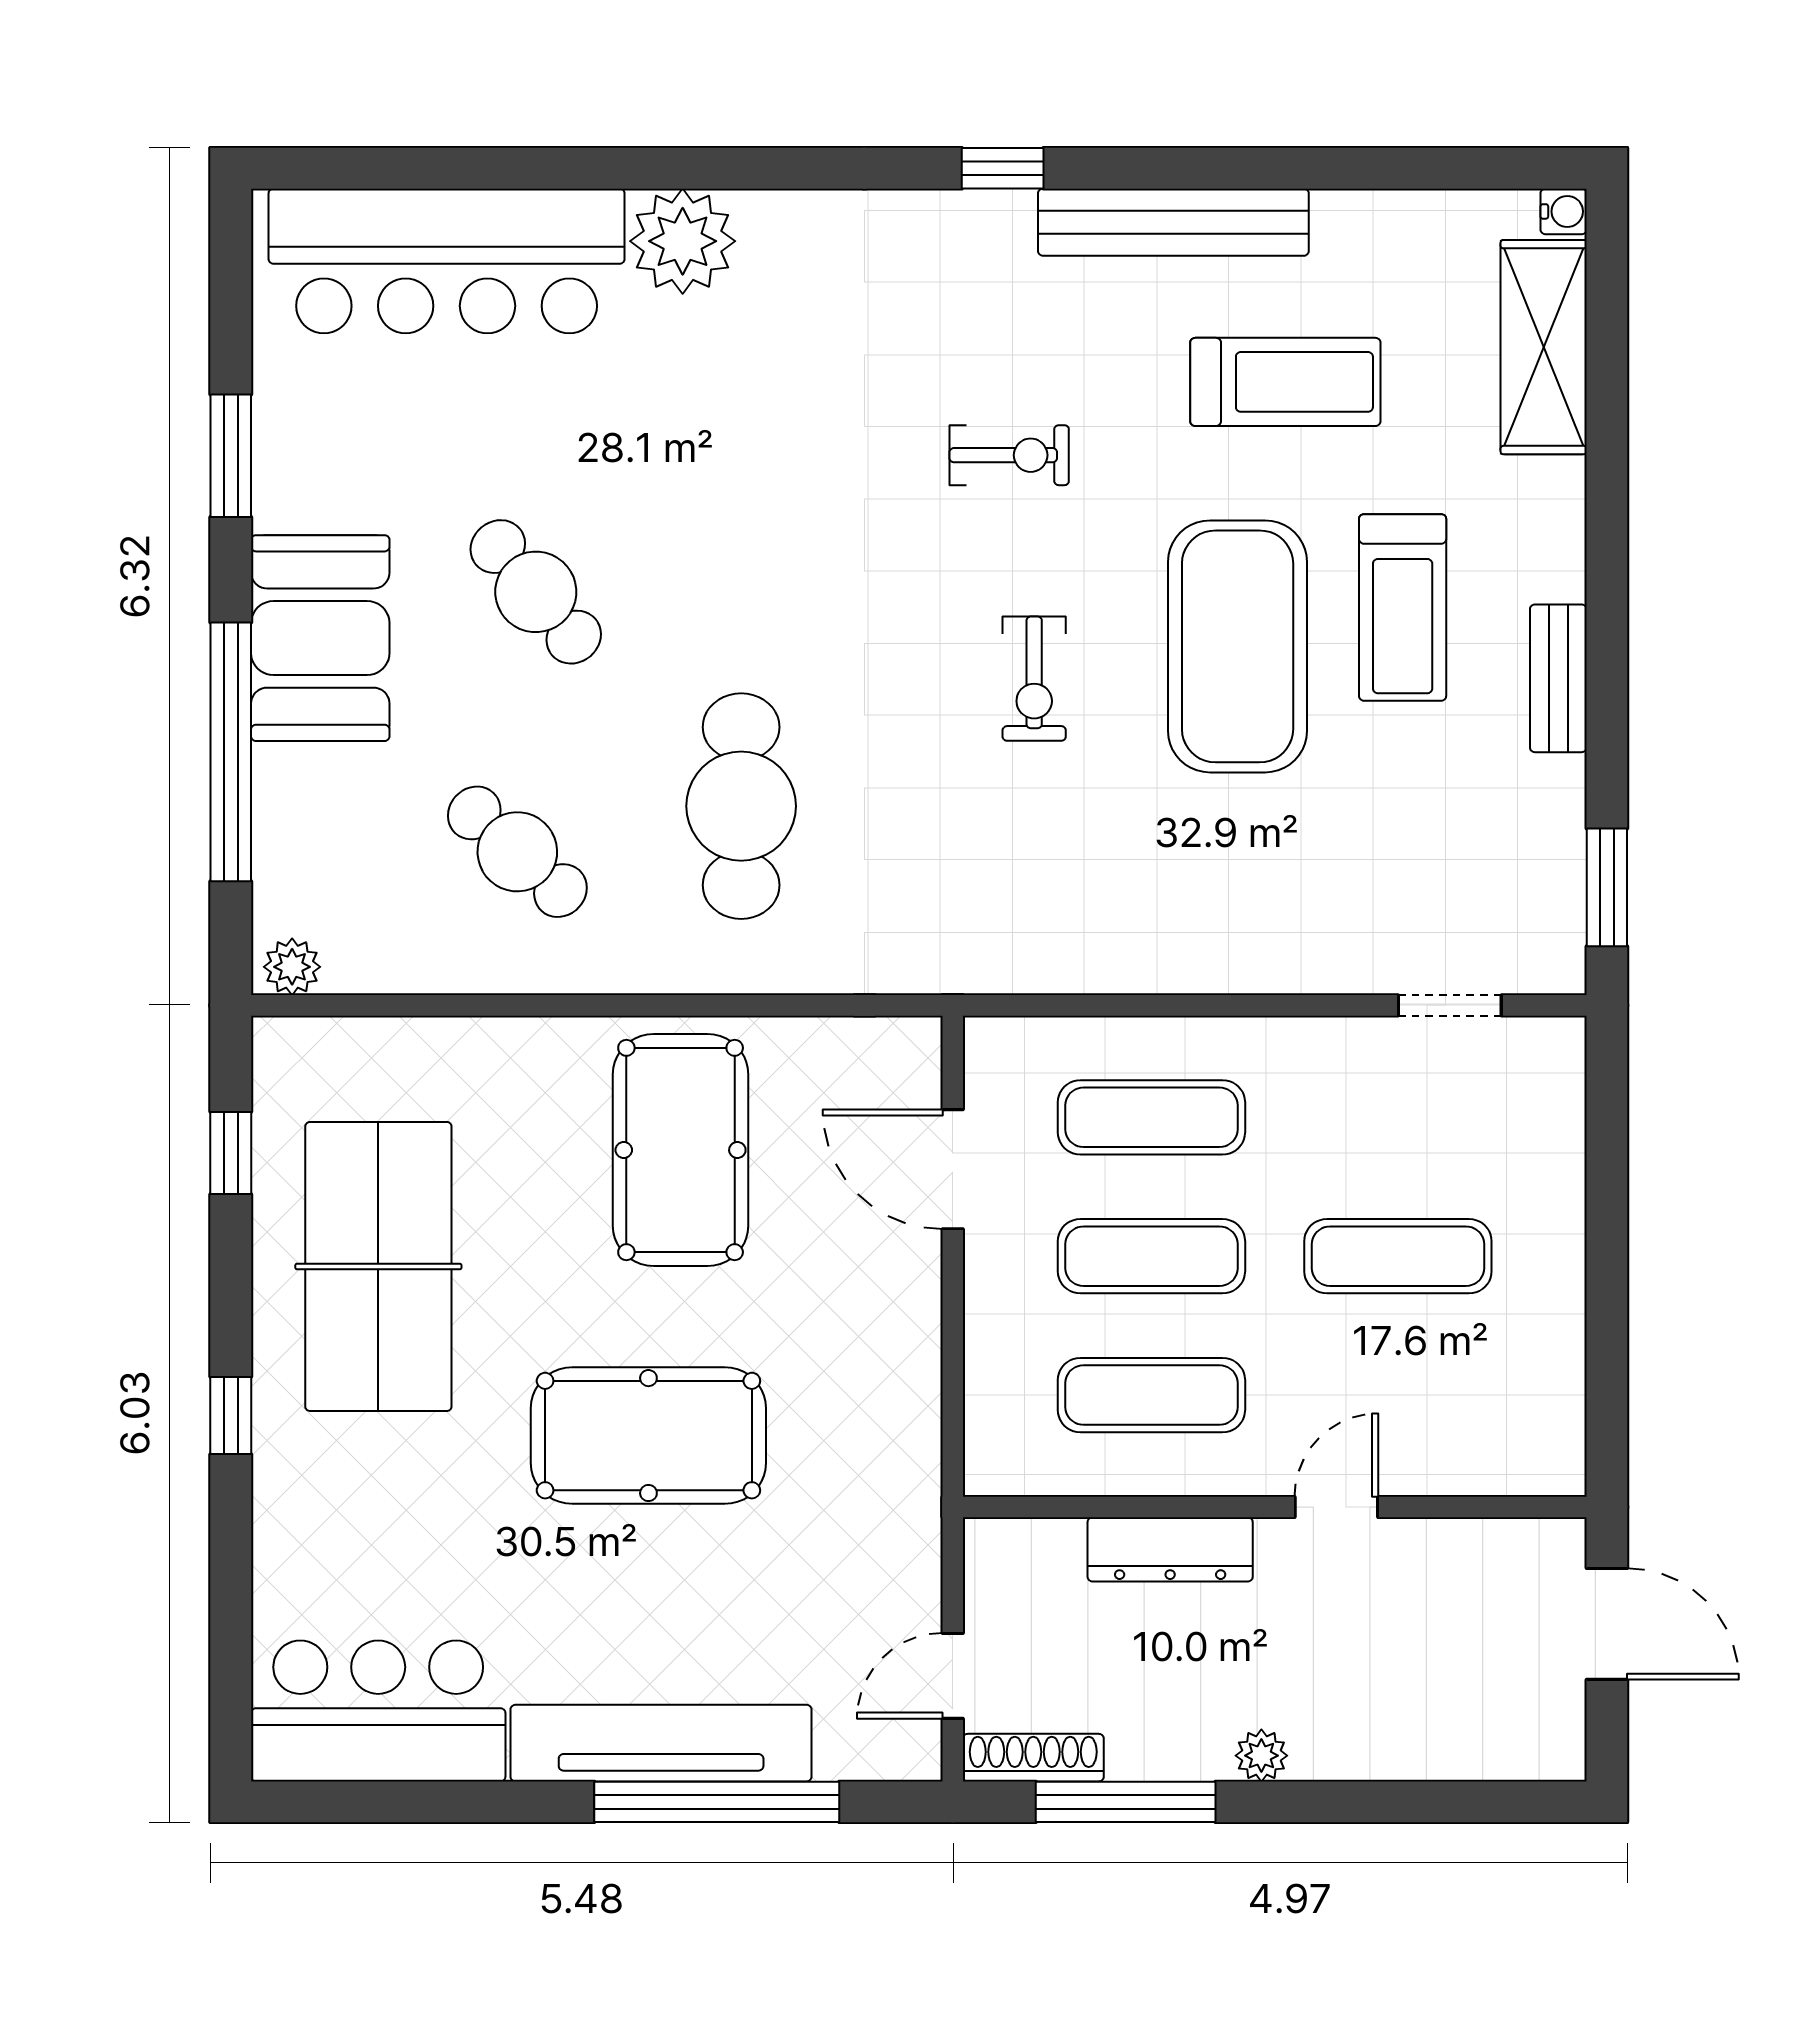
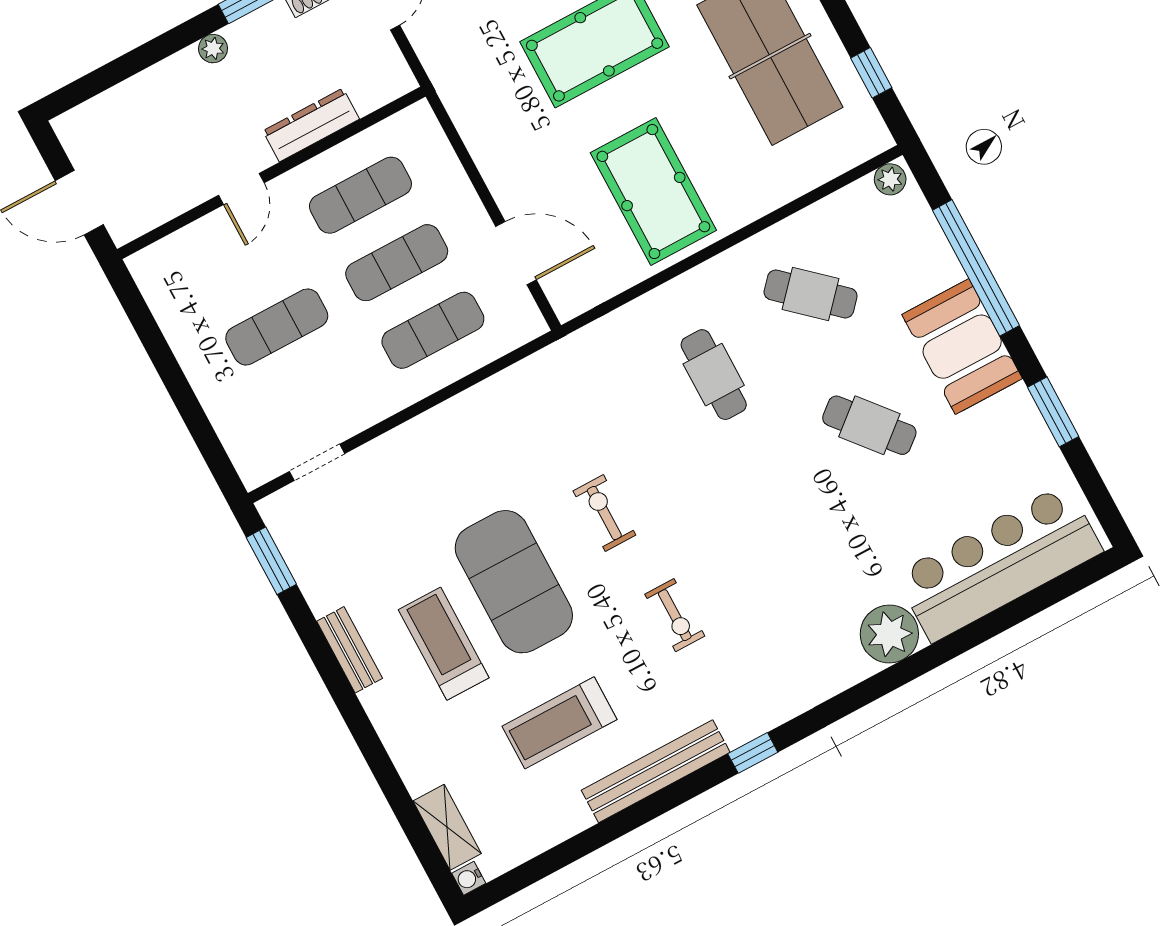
shelving: (1544, 347) -> (447, 827), width x0.67, depth x0.75
exercise bike: (1009, 455) -> (675, 615), turned -90
cafe table: (741, 806) -> (714, 375), width x0.73, depth x0.74

